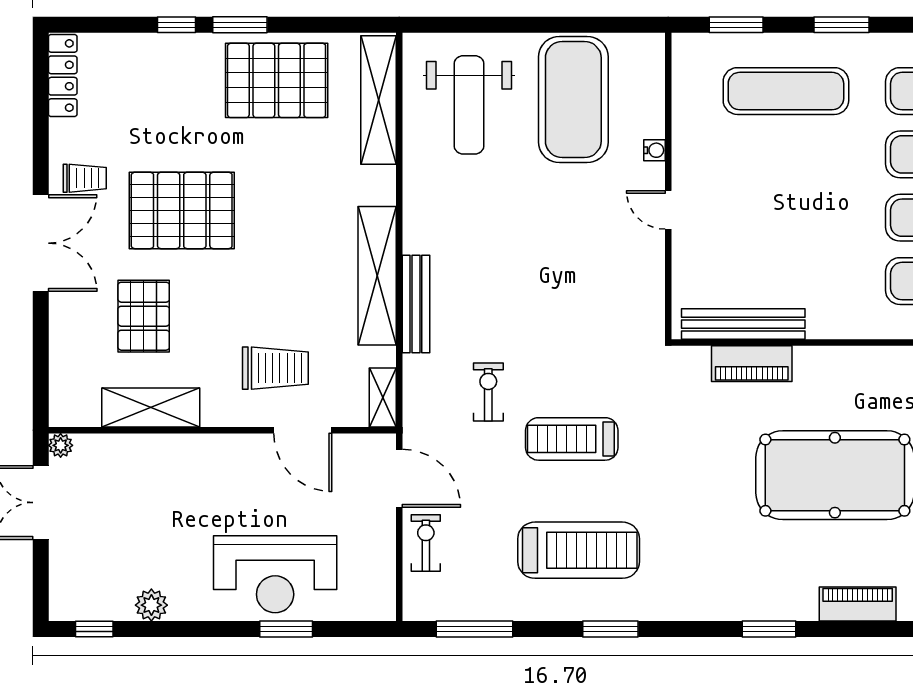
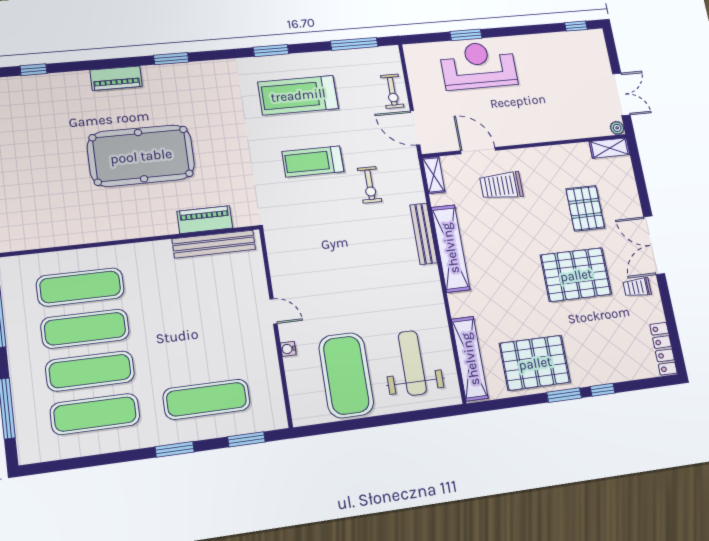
shelving: (151, 408) -> (610, 148), moved, width x0.67, depth x0.75
treadmill: (572, 439) -> (313, 161), turned 180
plant: (151, 605) -> (546, 42), removed

